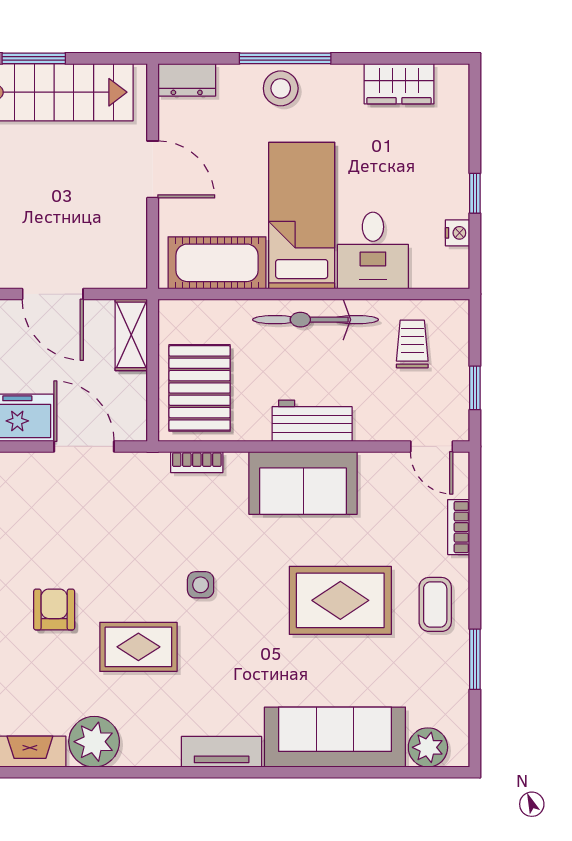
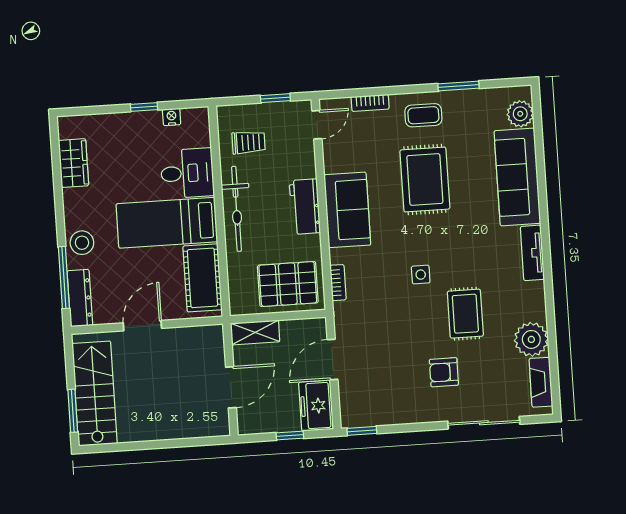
window: (285, 58) -> (64, 278), moved
dresser: (187, 80) -> (80, 298), width x1.44
trolley: (412, 344) -> (249, 142), turned 180

